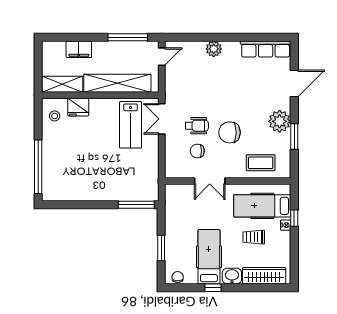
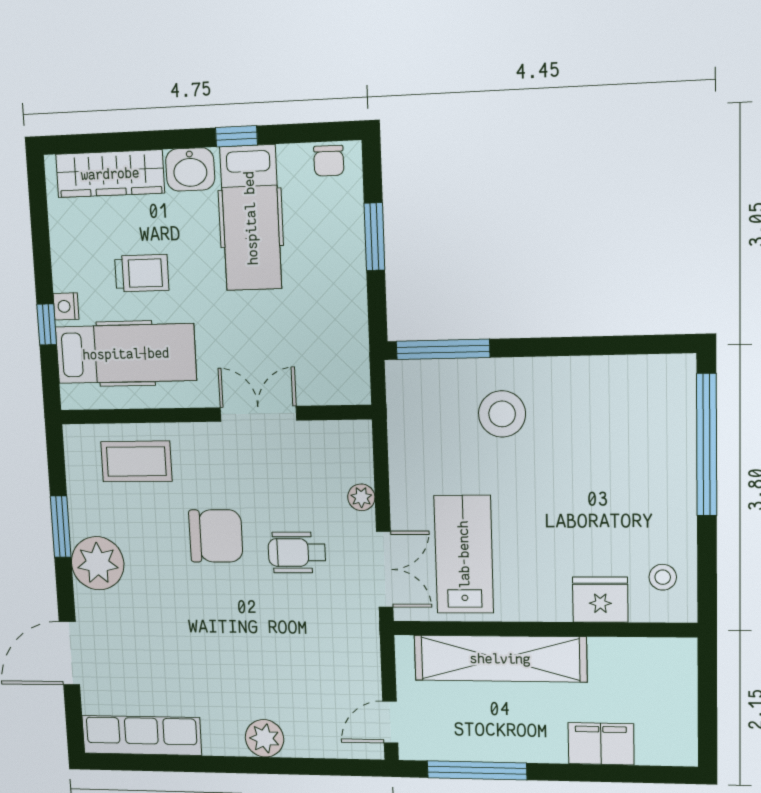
shelving: (62, 84) -> (643, 658), removed
plant: (170, 148) -> (361, 497), added
chair: (197, 151) -> (293, 490), removed
stool: (114, 180) -> (502, 414), added

